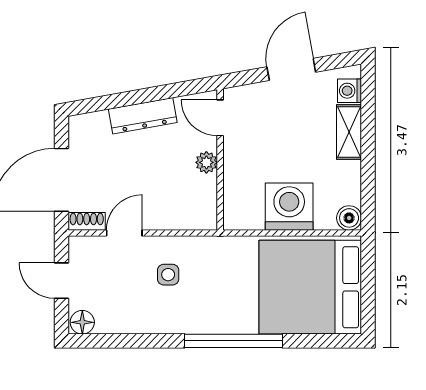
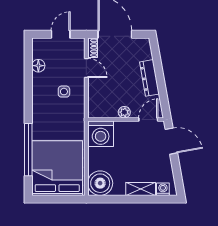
door: (291, 69) -> (171, 141), moved
washing machine: (289, 207) -> (101, 134), moved, turned 90
boiler: (349, 218) -> (100, 183), width x1.86, depth x1.86
floor lamp: (82, 322) -> (38, 66), moved
window: (233, 341) -> (28, 150), moved

